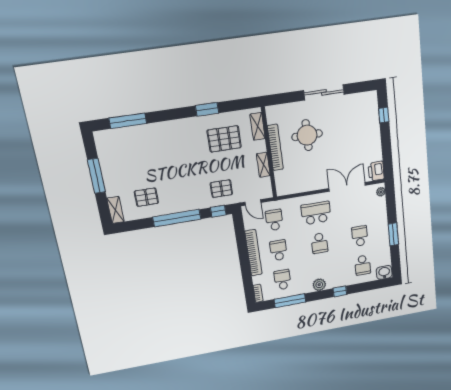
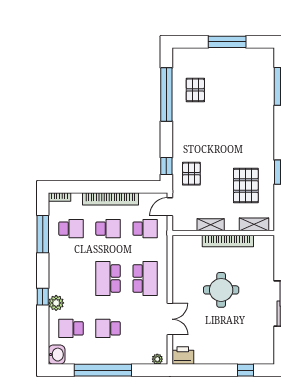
round table: (307, 135) -> (221, 290), moved
double door: (347, 187) -> (170, 319), width x0.73
shelving: (116, 210) -> (187, 54), removed
window: (177, 218) -> (166, 94), moved
window: (393, 234) -> (103, 370), width x2.11
school desk: (360, 236) -> (108, 328), turned 180
school desk: (319, 243) -> (108, 278), width x1.85
plant: (319, 285) -> (56, 303), moved

